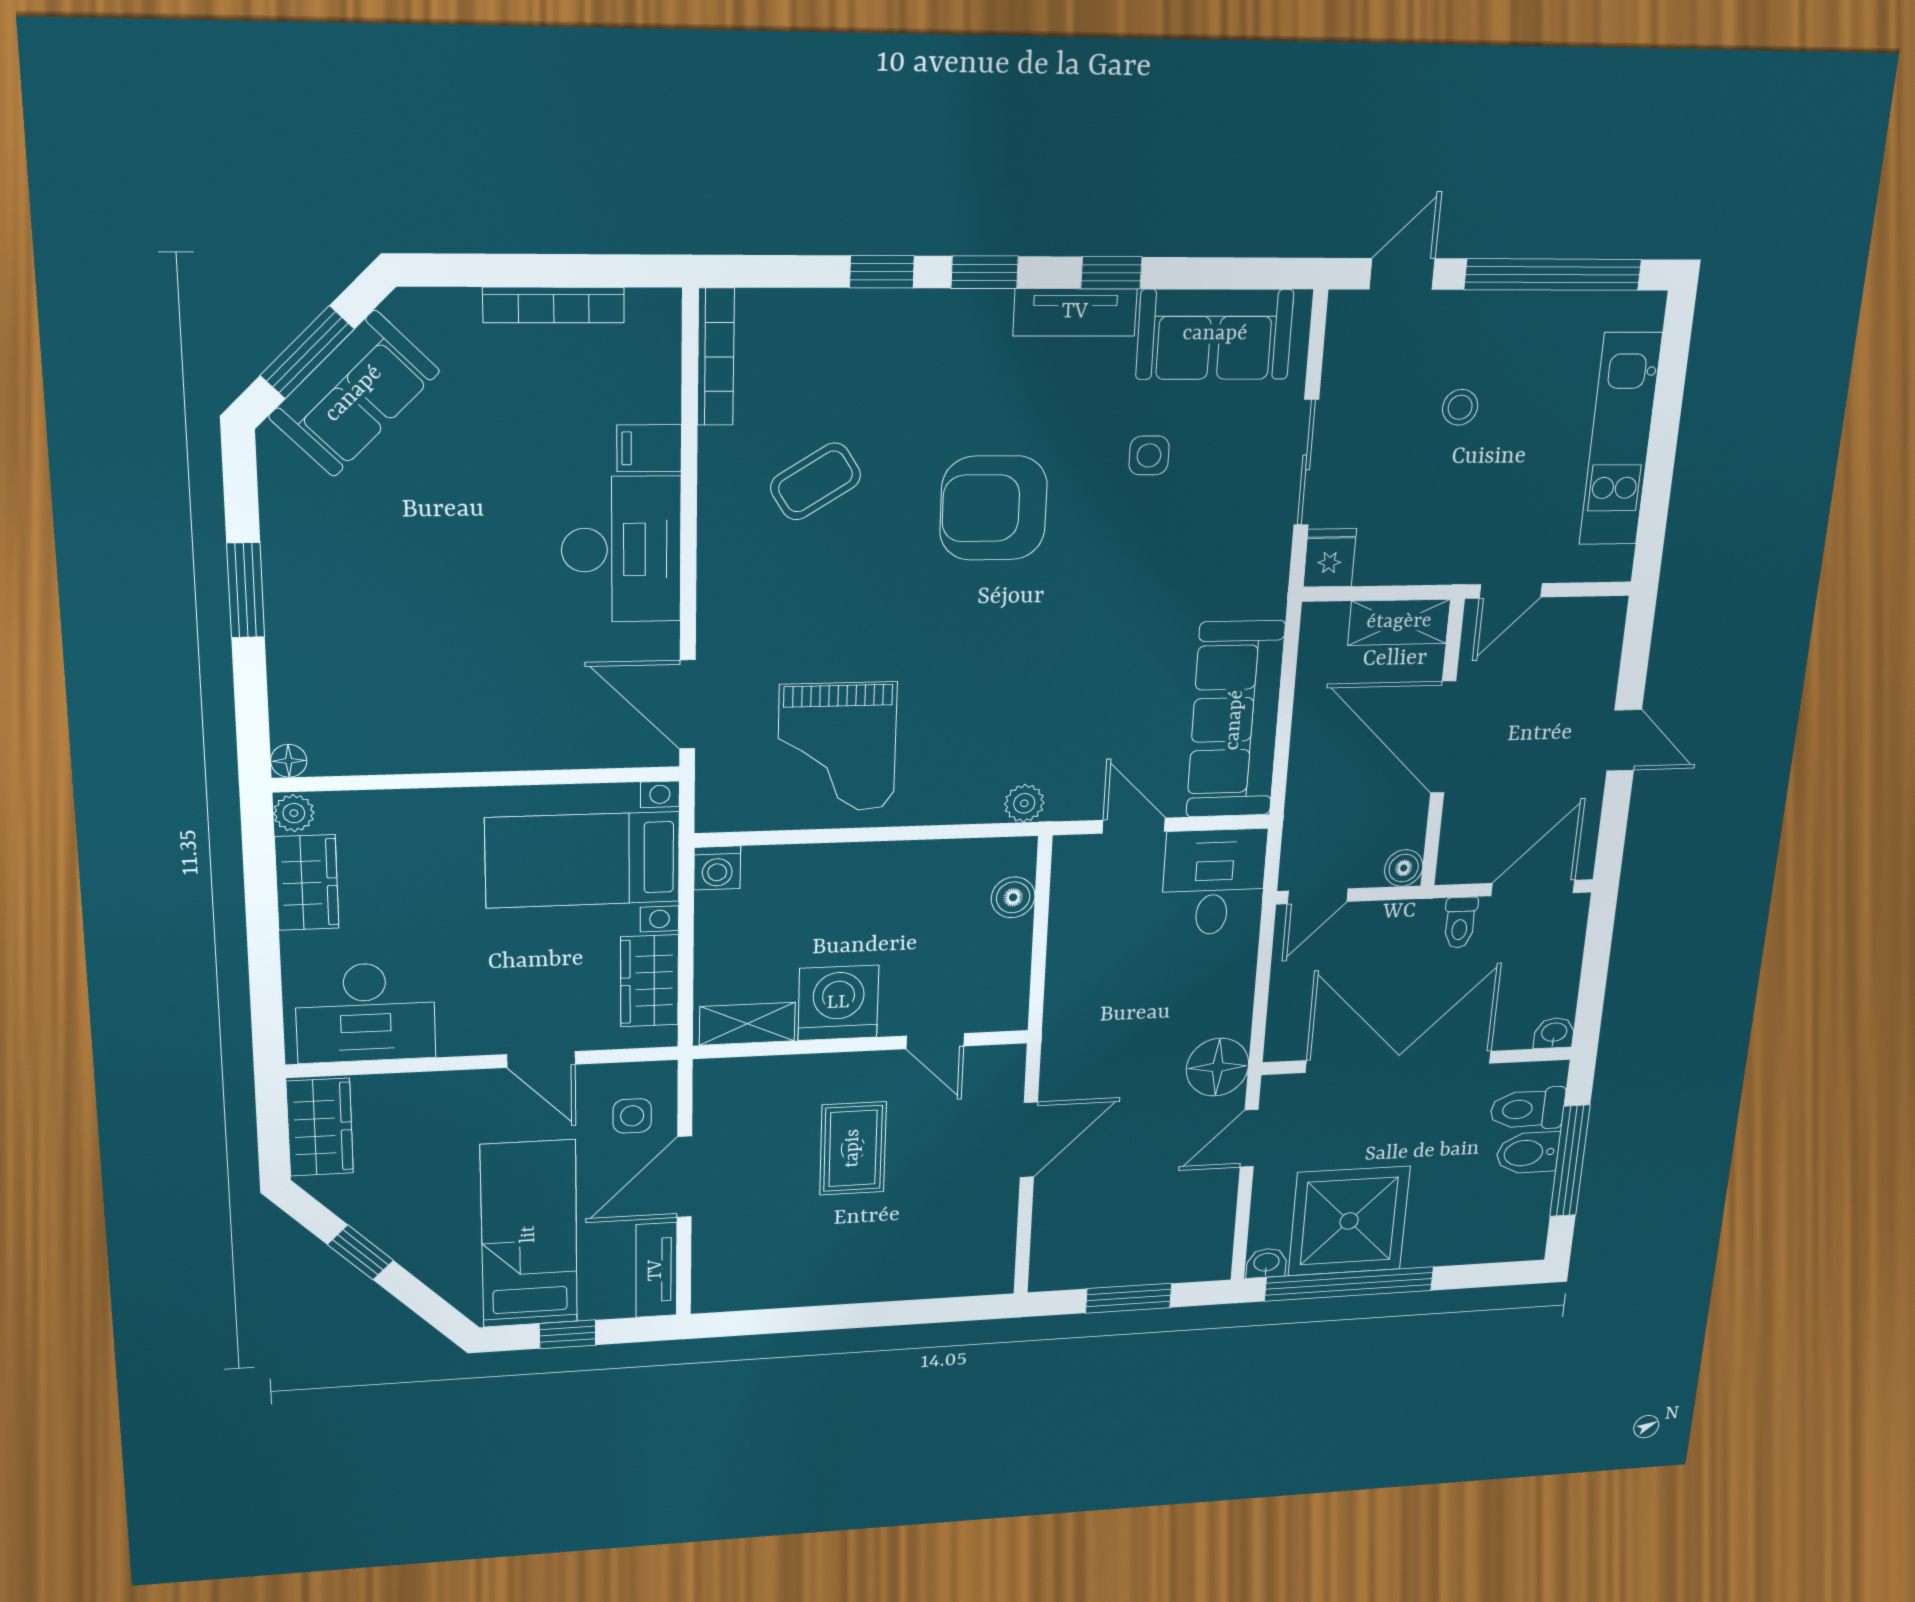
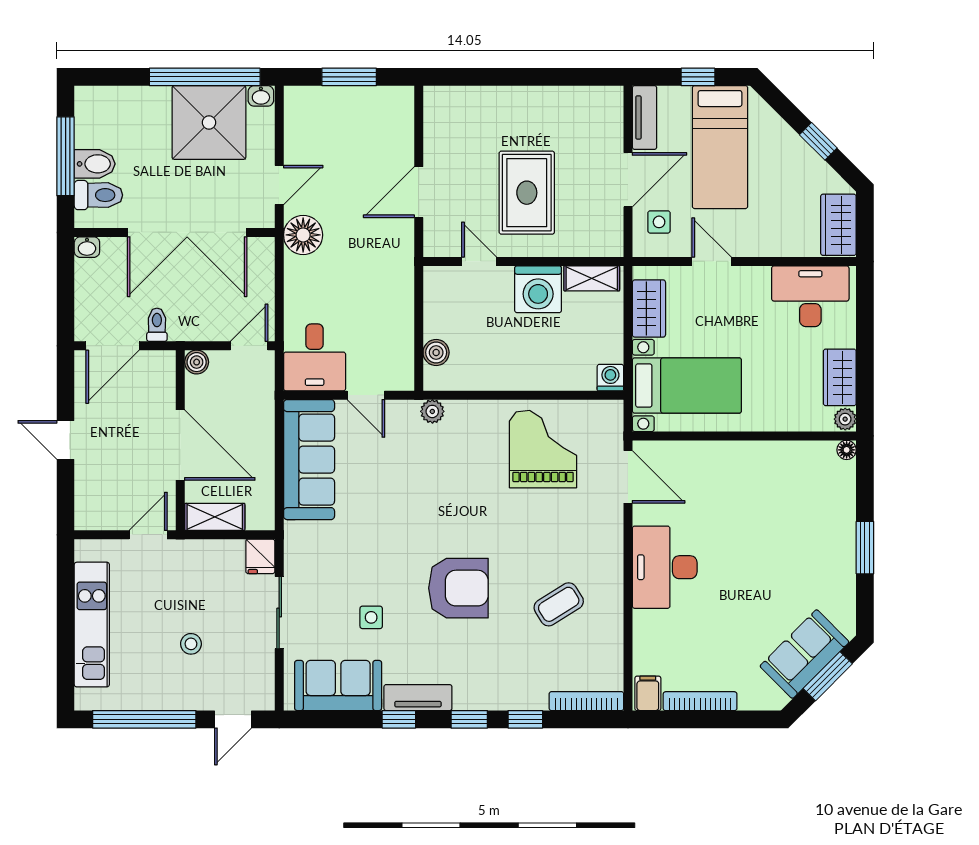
bookcase: (716, 357) -> (586, 701), moved, turned 90
filing cabinet: (649, 448) -> (648, 693), moved, turned -90
rug: (853, 1148) -> (527, 193), width x1.36, depth x1.43

